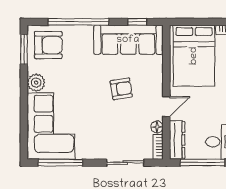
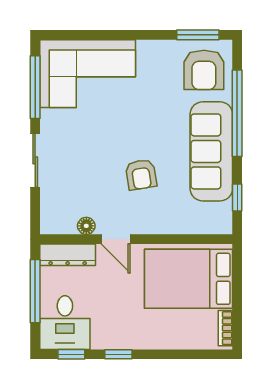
sofa: (128, 40) -> (211, 151), moved
plant: (36, 83) -> (150, 52), removed
bookcase: (158, 147) -> (58, 227), removed
sliding door: (125, 163) -> (35, 160), moved

